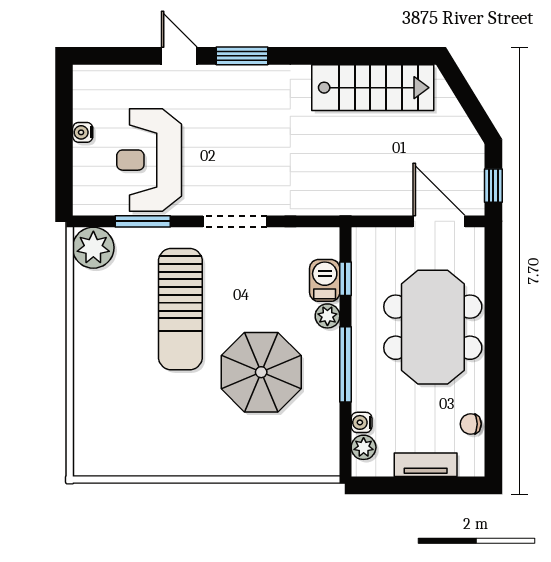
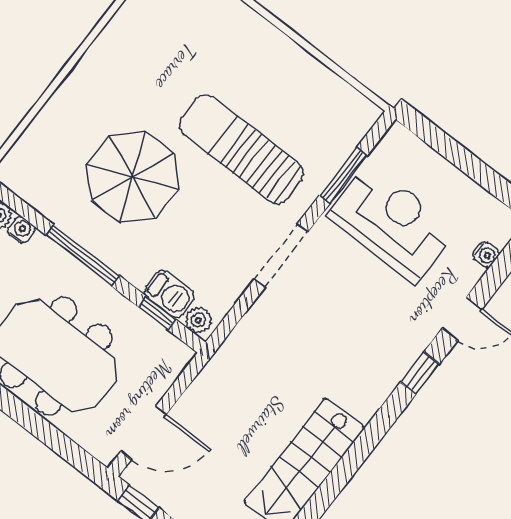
window: (242, 56) -> (420, 373), width x0.67
water cooler: (83, 132) -> (486, 254), moved, turned 90
plant: (93, 248) -> (354, 115), removed
plant: (327, 316) -> (198, 320), moved

